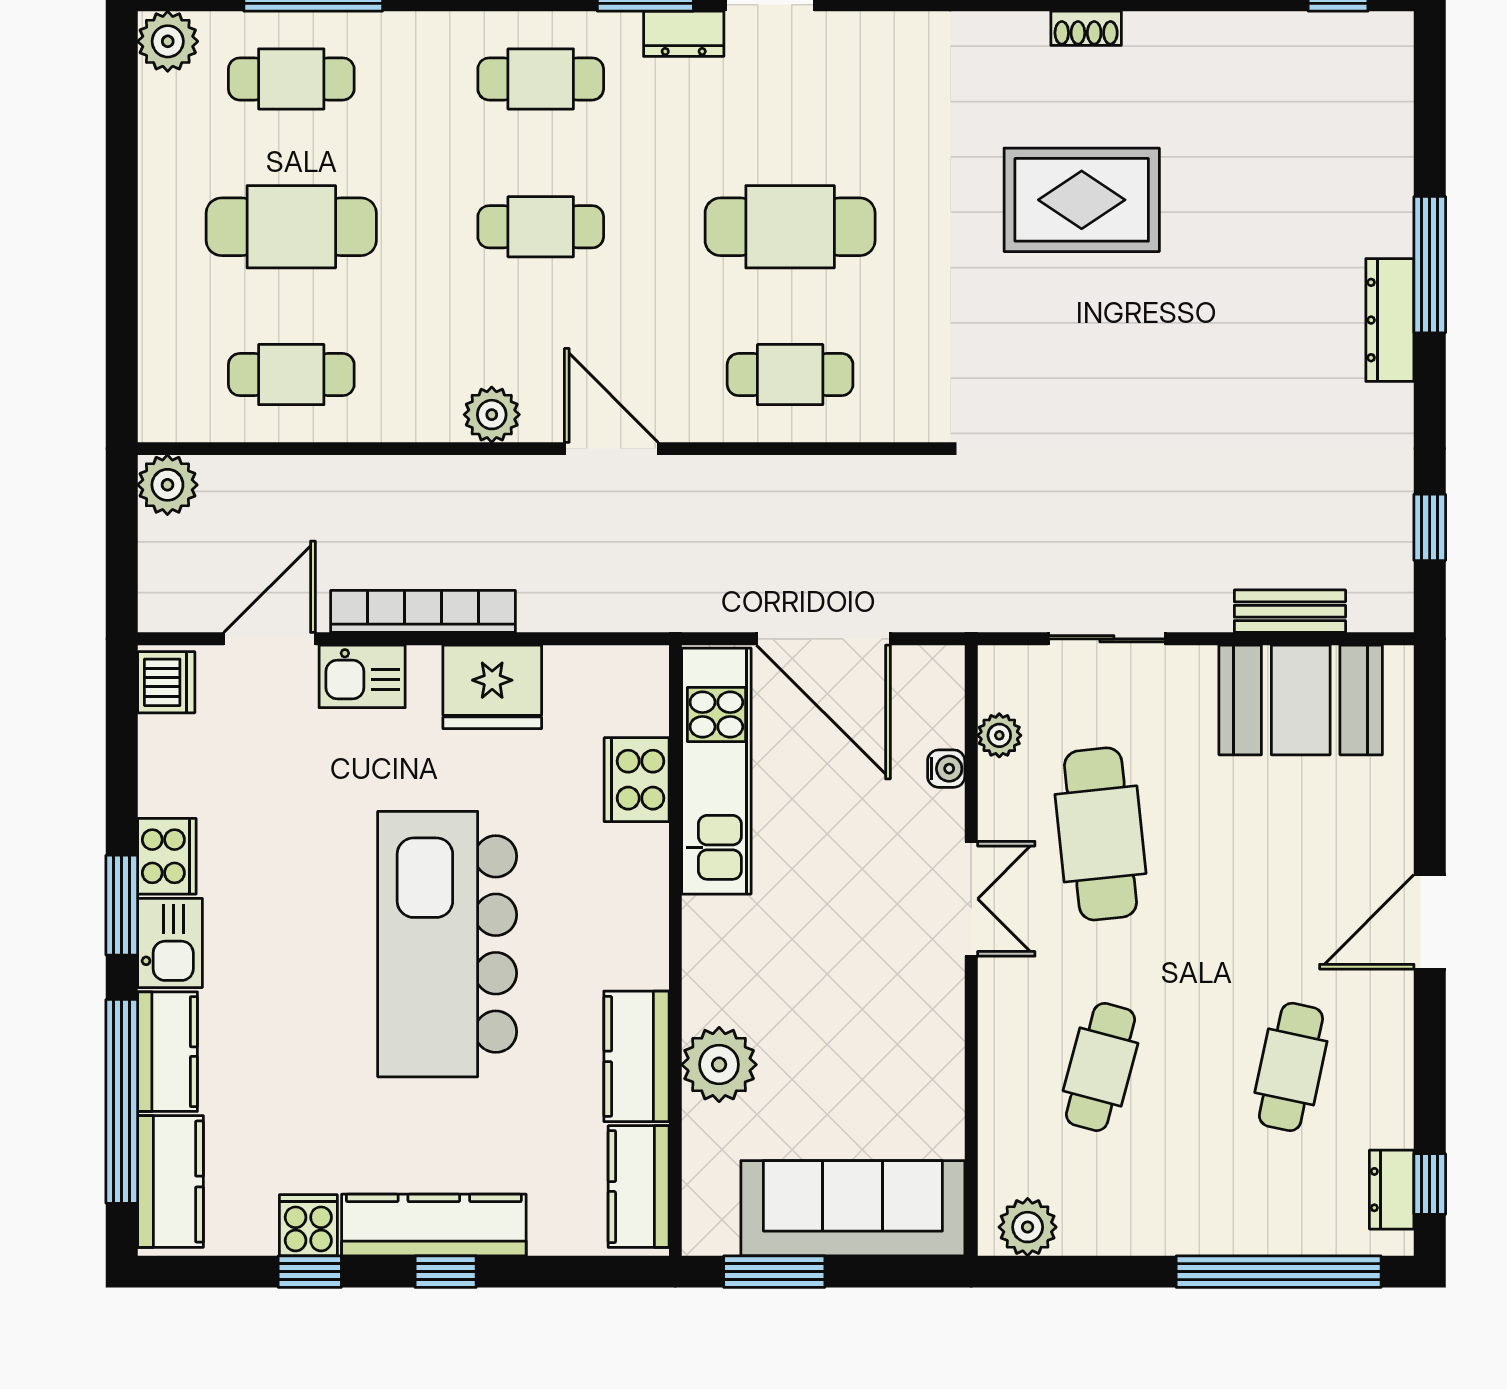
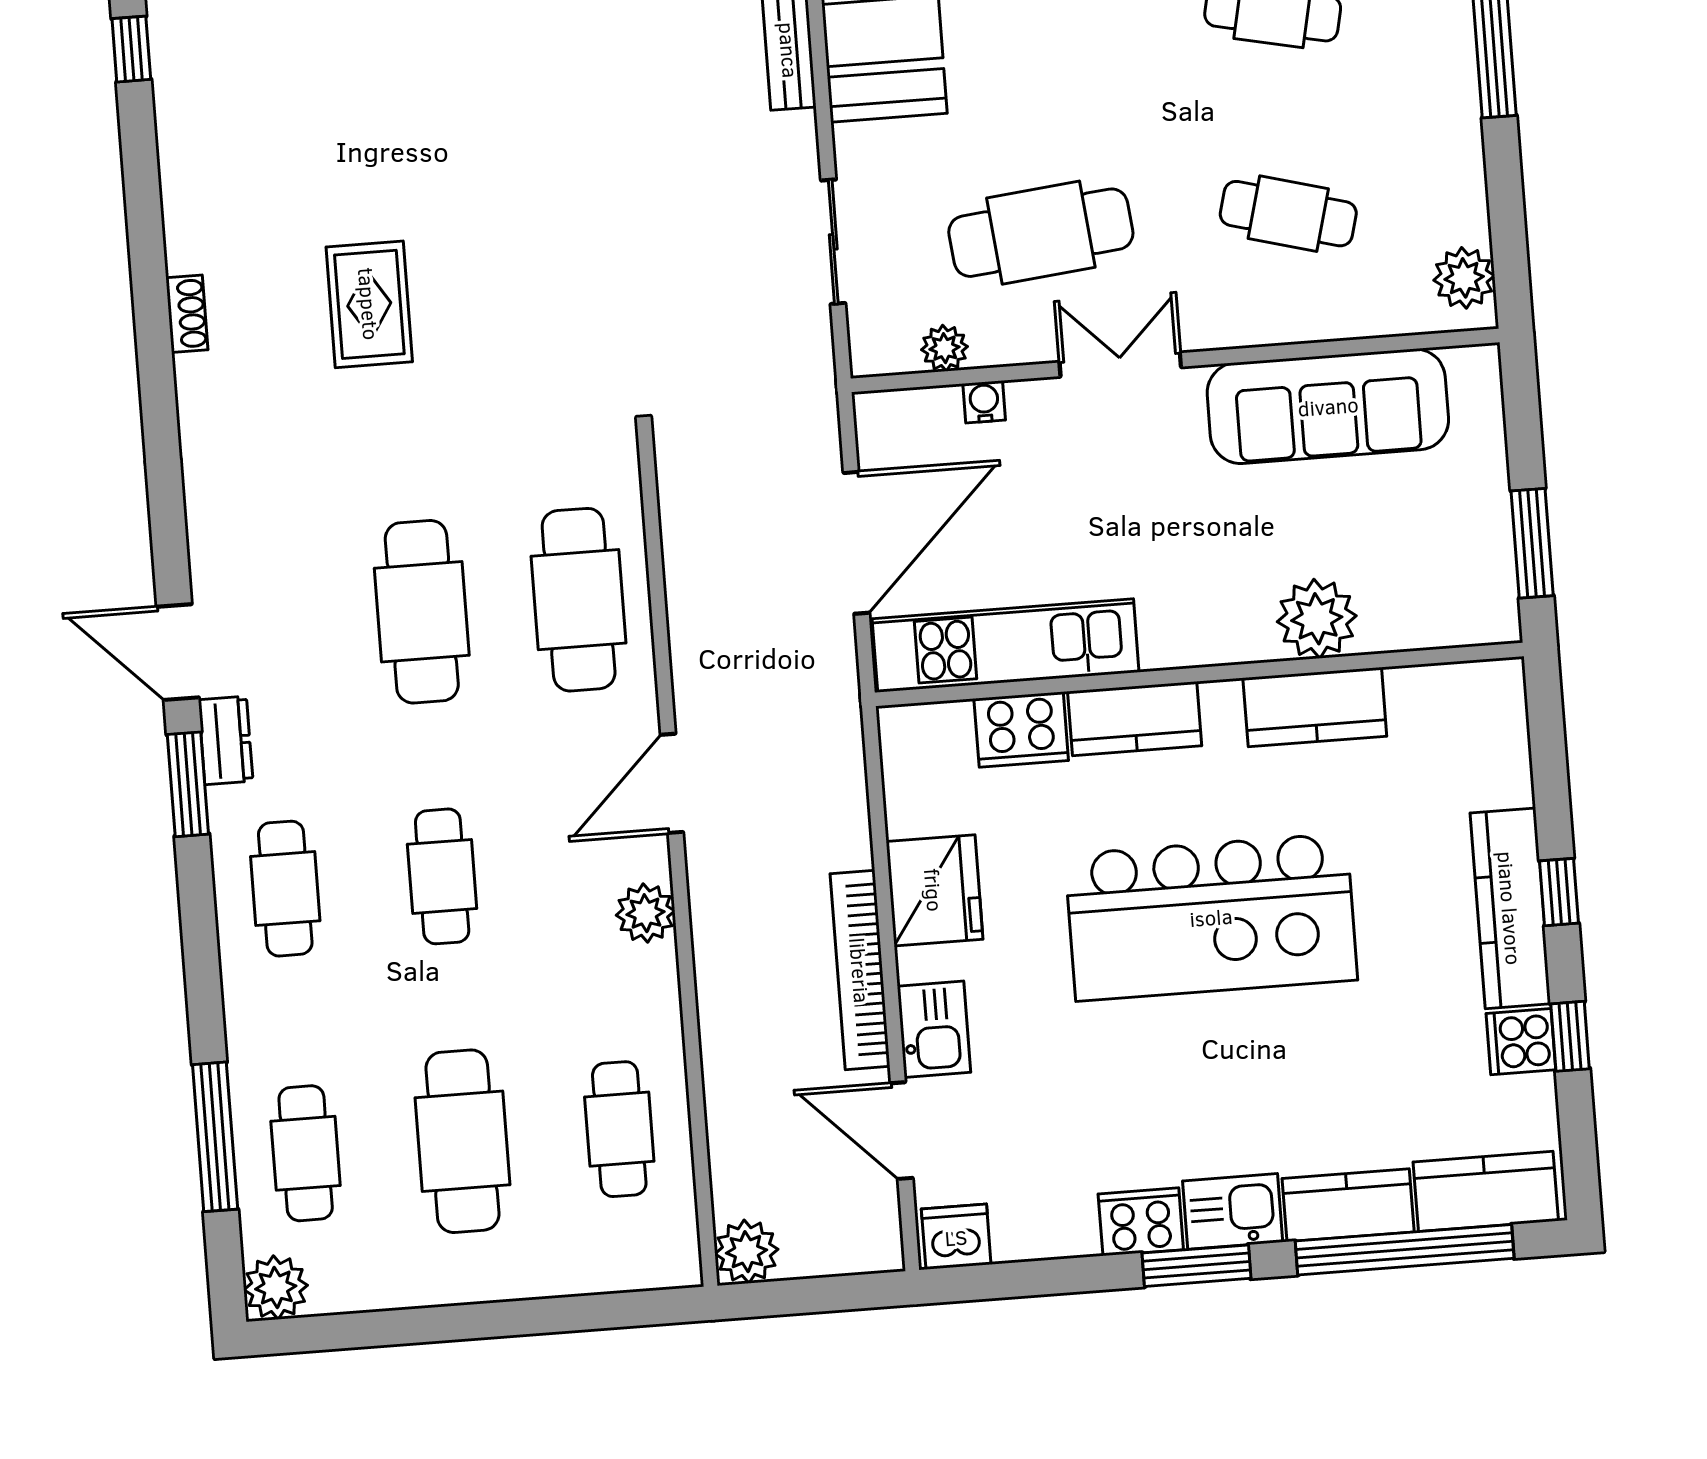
rug: (1082, 200) -> (369, 304), width x0.73, depth x0.70
cafe table: (790, 375) -> (579, 600), width x1.37, depth x1.35
kitchen counter: (639, 1187) -> (1135, 719), moved
sofa: (853, 1208) -> (1328, 406), moved, turned -90

